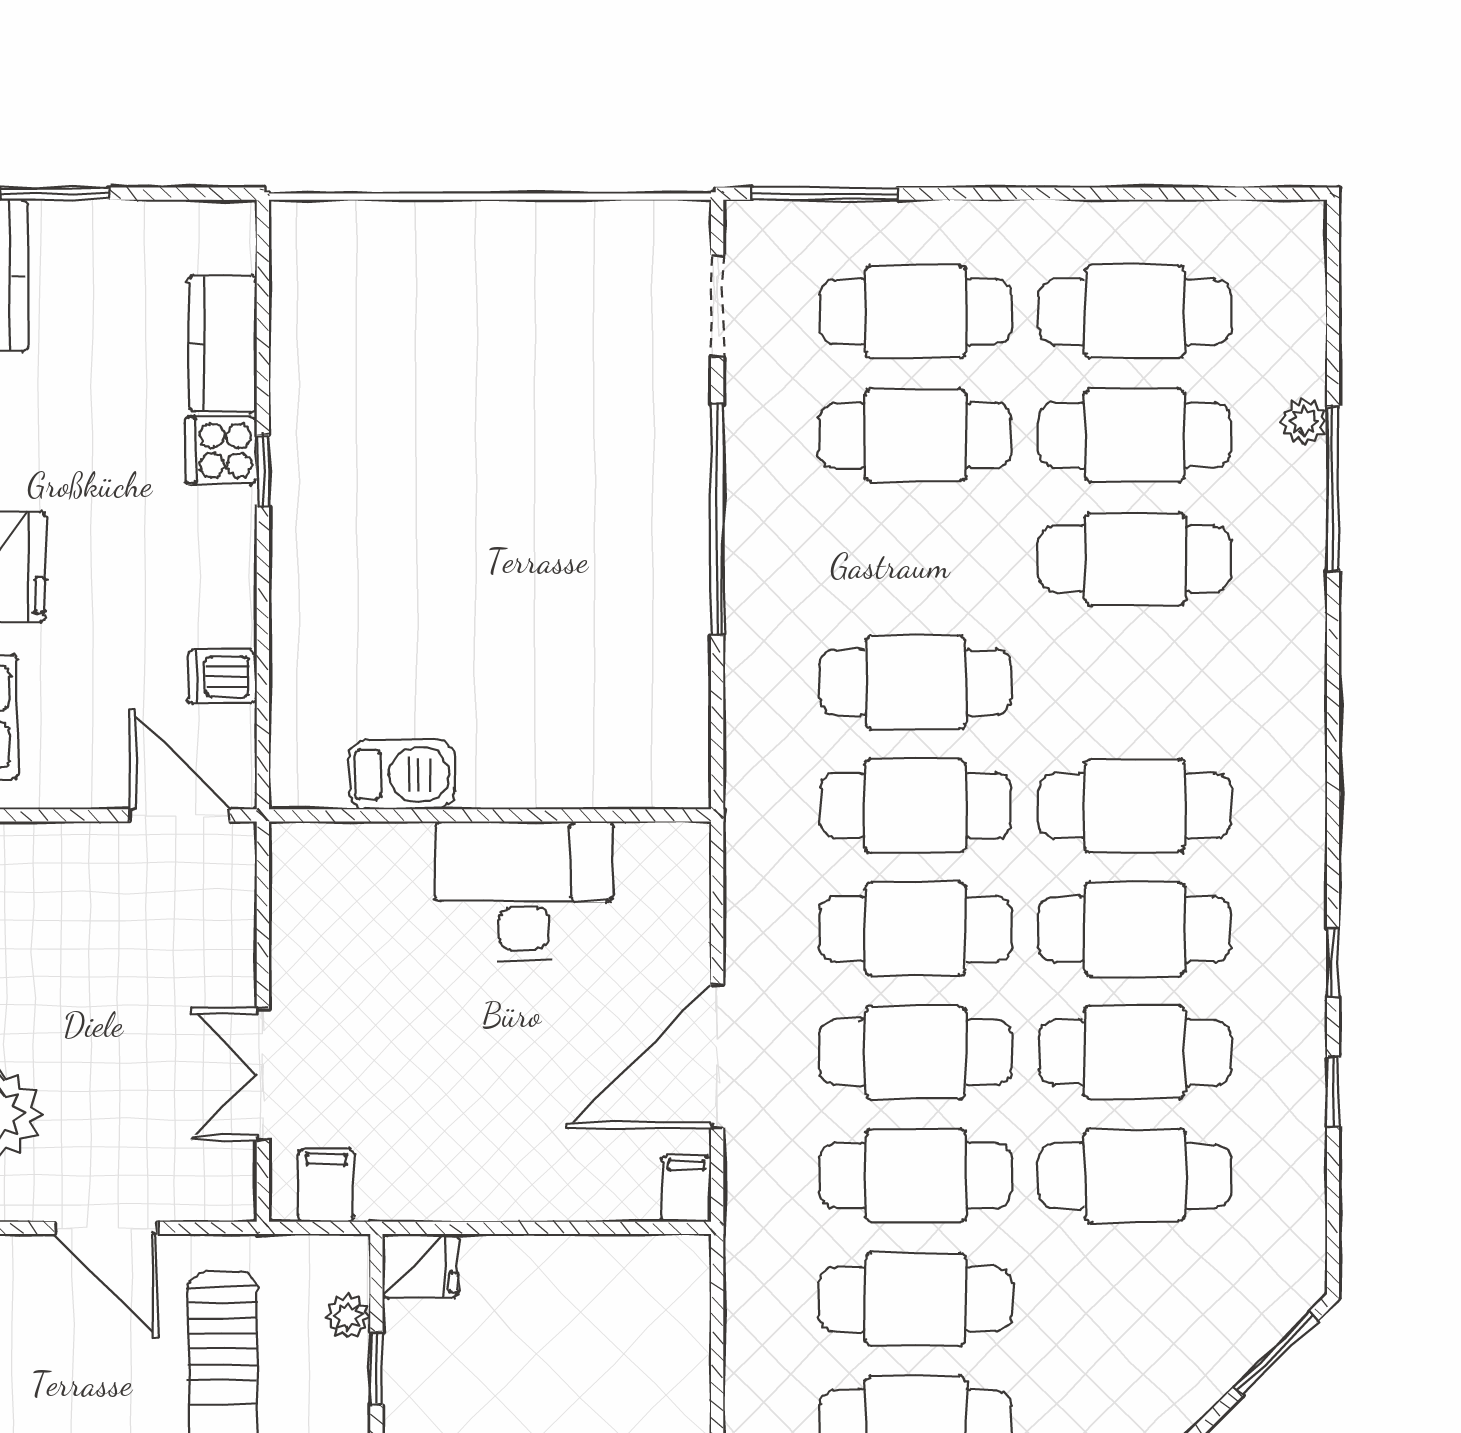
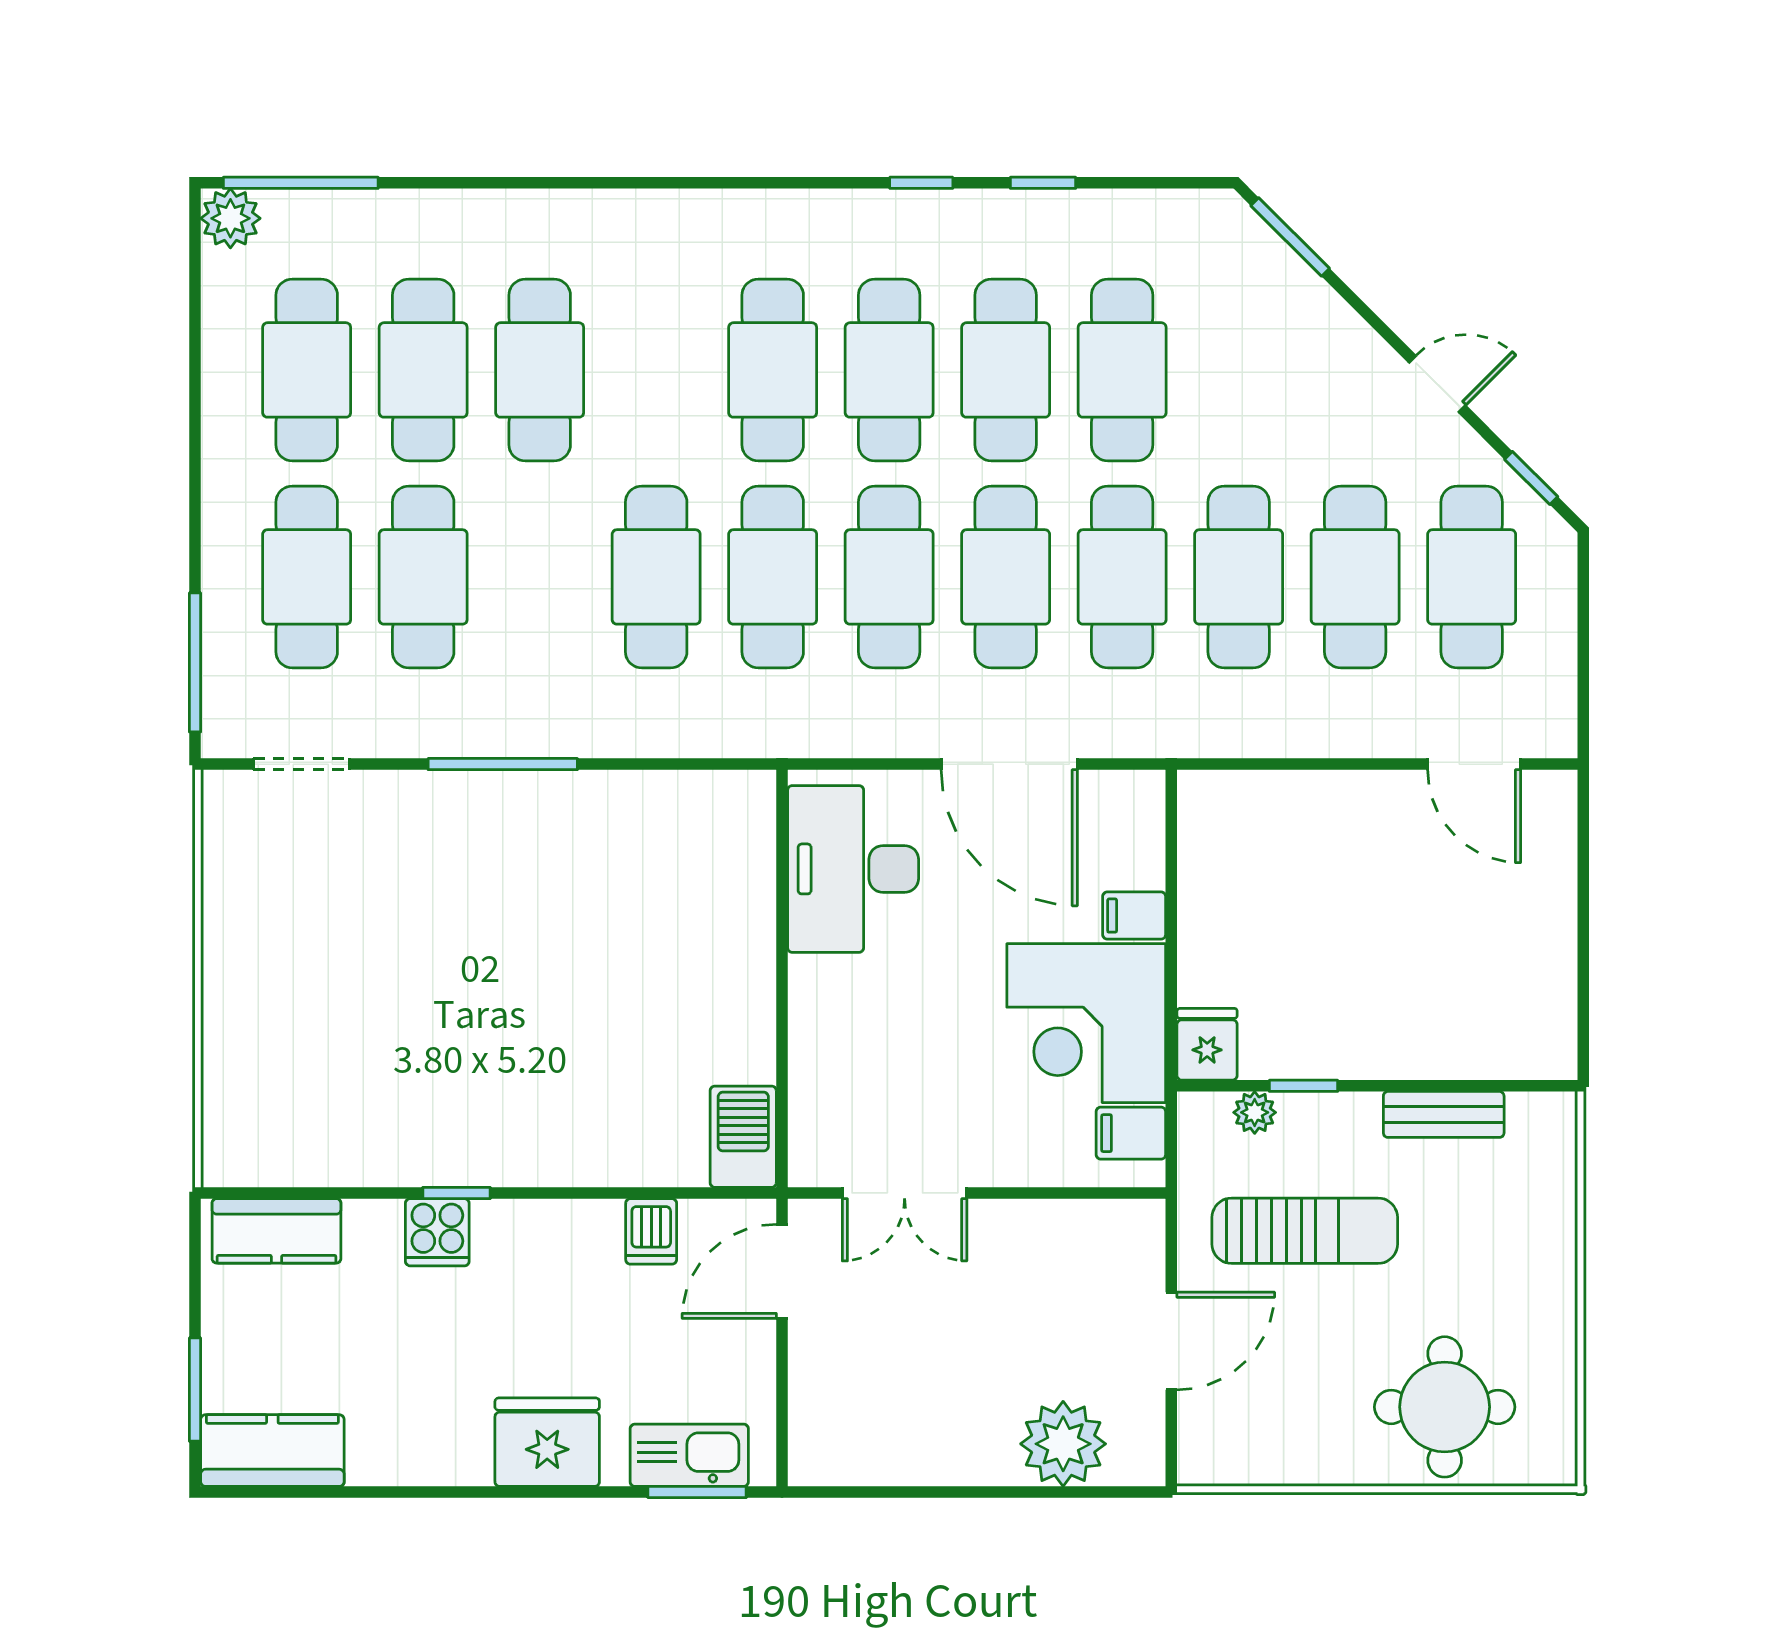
kitchen counter: (223, 343) -> (276, 1231), moved
plant: (1304, 421) -> (230, 218), moved, width x1.38, depth x1.38
window: (1333, 489) -> (301, 183), moved
window: (717, 520) -> (503, 764), width x0.68
barbecue: (402, 774) -> (743, 1137), moved
desk: (524, 891) -> (853, 869), moved
double door: (263, 1074) -> (905, 1193), moved
corner desk: (443, 1138) -> (1086, 1023), added
filing cabinet: (686, 1189) -> (1134, 916), moved

